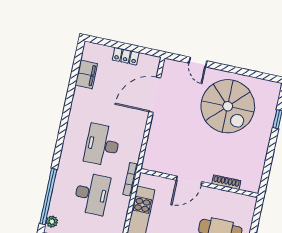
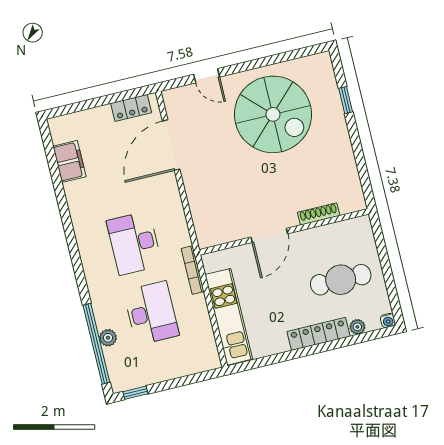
locker: (126, 56) -> (131, 108), moved
plant: (52, 222) -> (108, 338), moved

